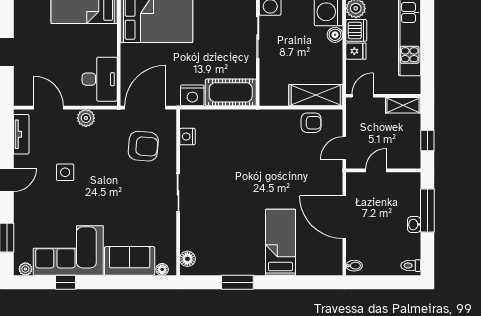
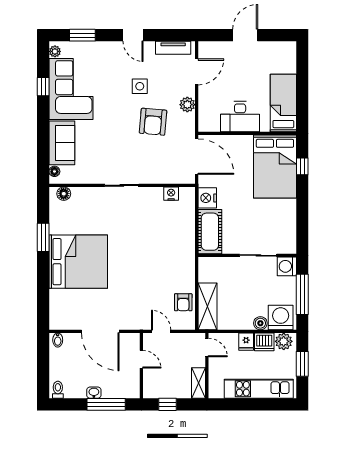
desk: (100, 79) -> (240, 117), moved
armchair: (143, 146) -> (153, 122), moved
door: (344, 217) -> (100, 331), swing flipped
bed: (280, 242) -> (78, 262), width x2.04

